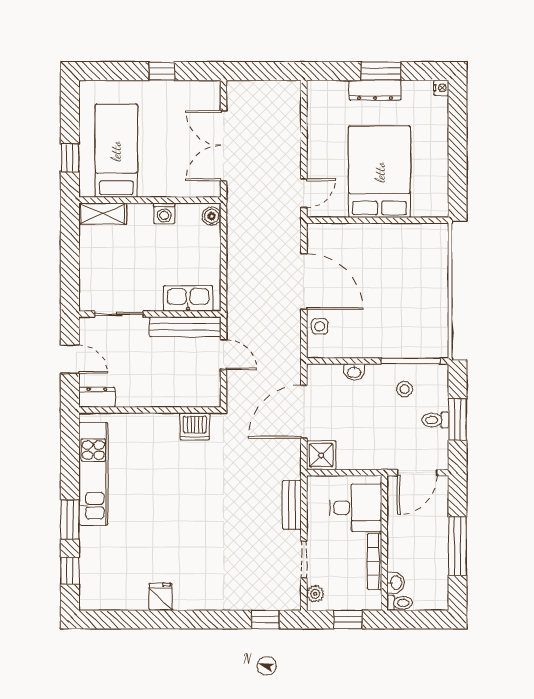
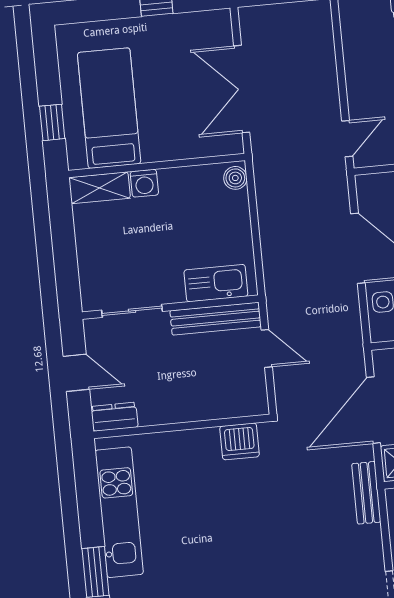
washing machine: (164, 213) -> (144, 183), moved
bench: (292, 505) -> (366, 493), moved

